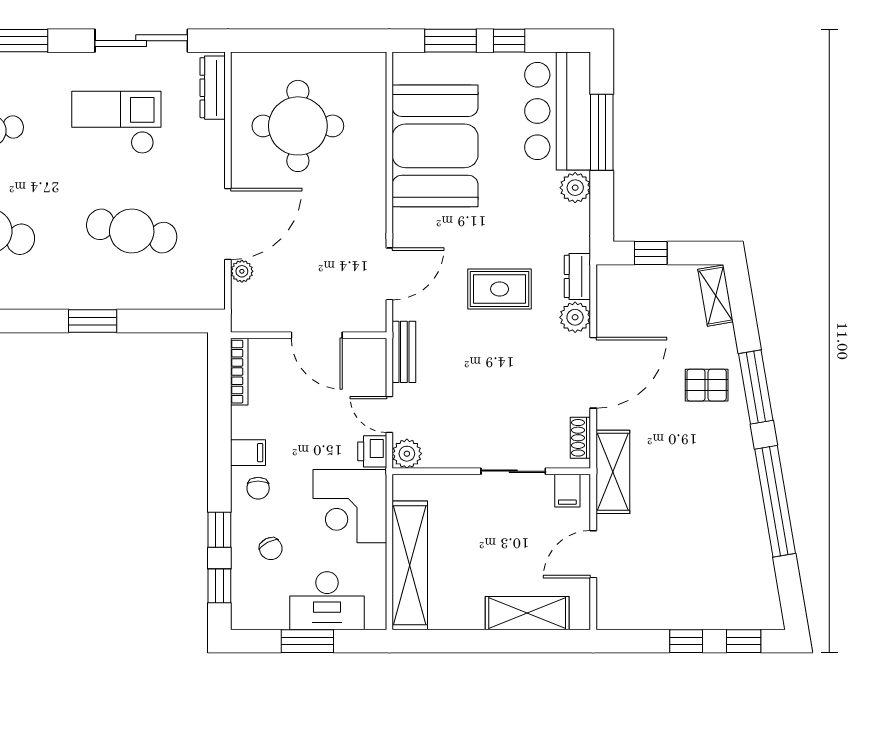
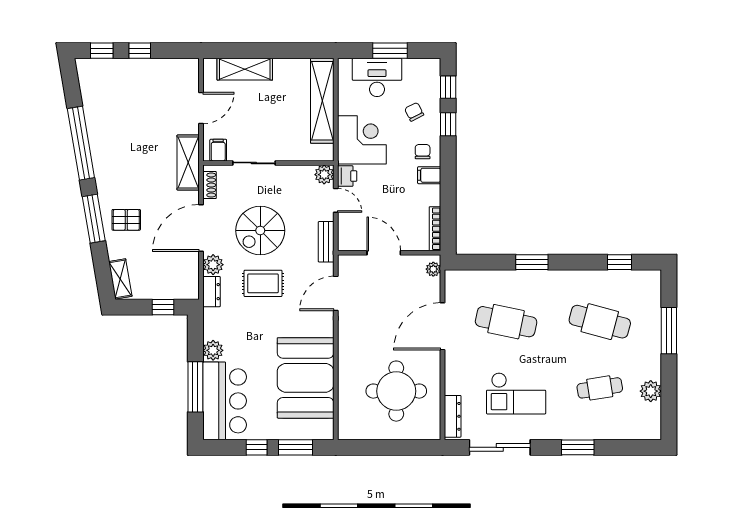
plant: (242, 271) -> (433, 269), moved
spiral stairs: (504, 369) -> (260, 230), added

